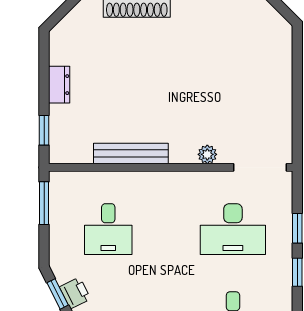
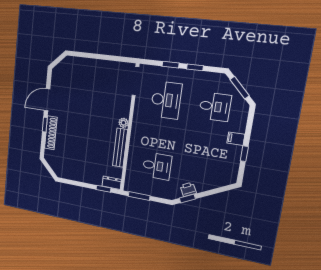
dresser: (59, 85) -> (112, 183), moved
plant: (207, 154) -> (123, 123), moved

